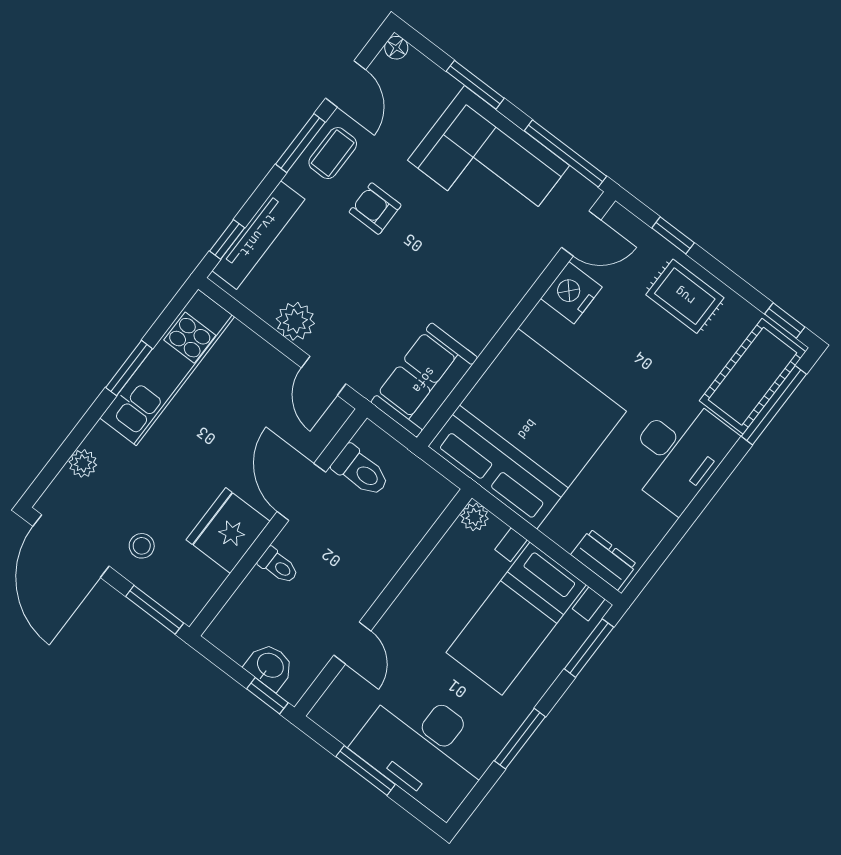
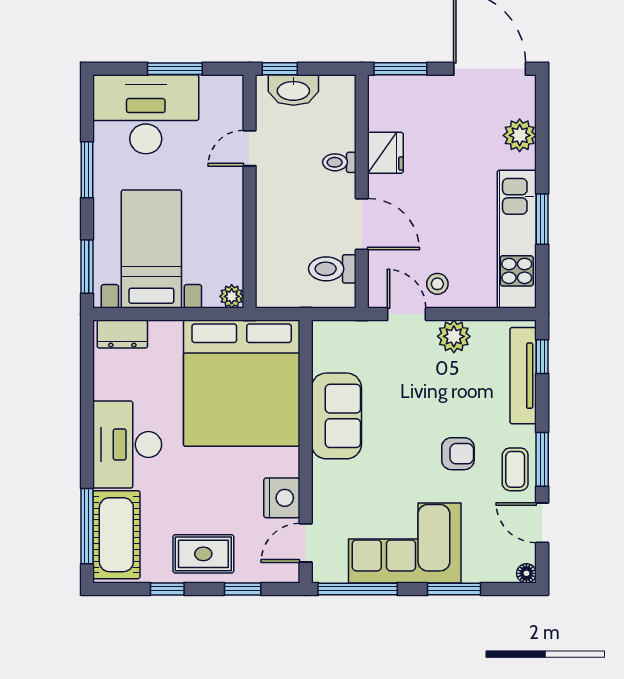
window: (785, 321) -> (167, 589), moved
sofa: (424, 380) -> (336, 416), moved
plant: (83, 463) -> (520, 135), width x1.38, depth x1.38
fridge: (228, 531) -> (385, 153), width x0.73, depth x0.75
stool: (142, 546) -> (437, 284), moved
door: (352, 643) -> (249, 148), hinge flipped
washbasin: (270, 666) -> (293, 90), width x1.38

